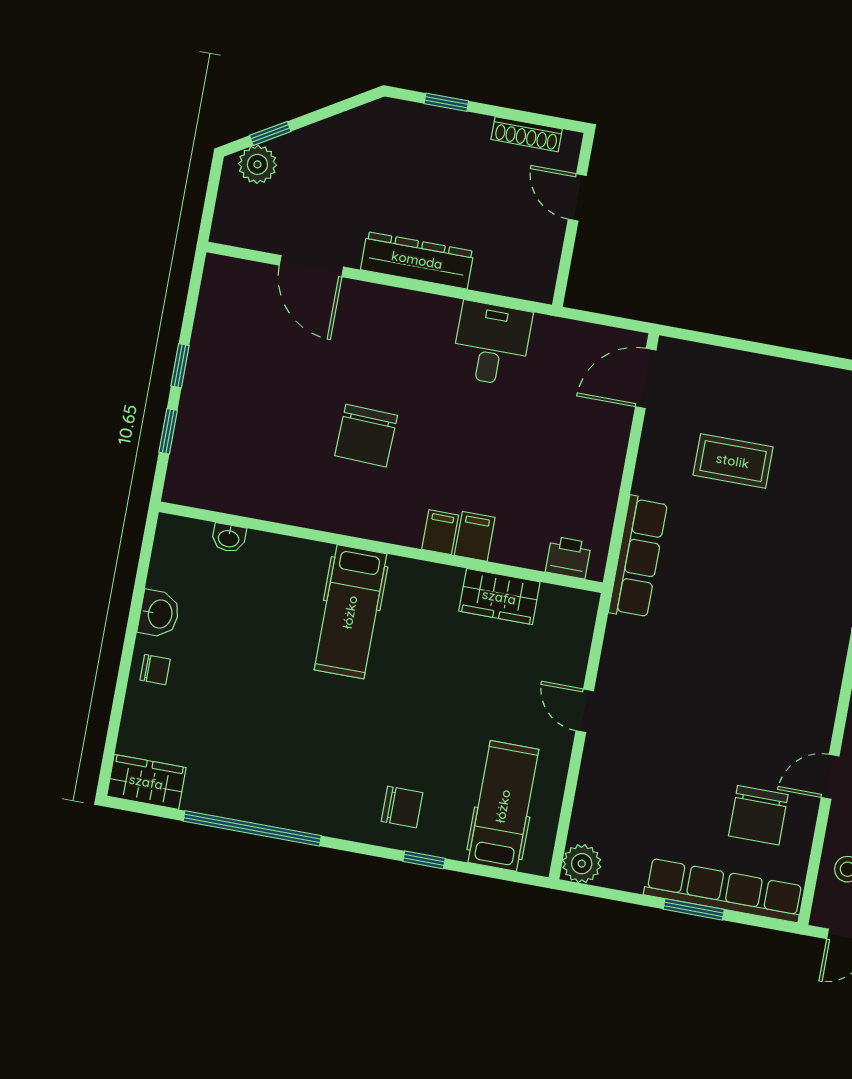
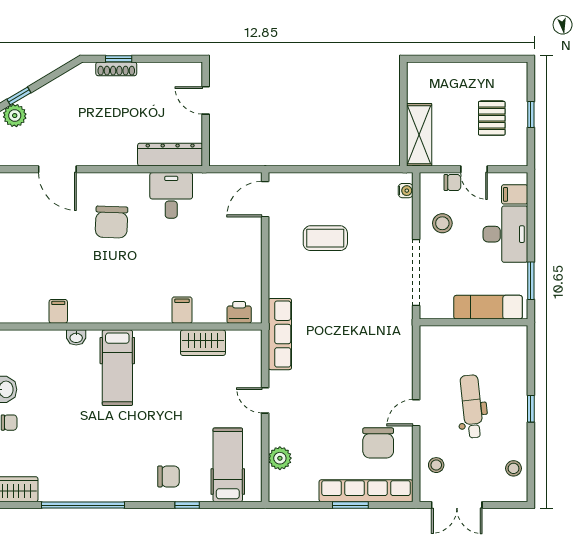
shoe rack: (527, 134) -> (116, 69), moved
dresser: (417, 260) -> (170, 155), moved
chair: (366, 436) -> (111, 222), moved
filing cabinet: (440, 532) -> (58, 311), moved
washbasin: (229, 538) -> (76, 337), moved
row of seats: (638, 557) -> (280, 334), moved
plant: (582, 864) -> (280, 458), moved

